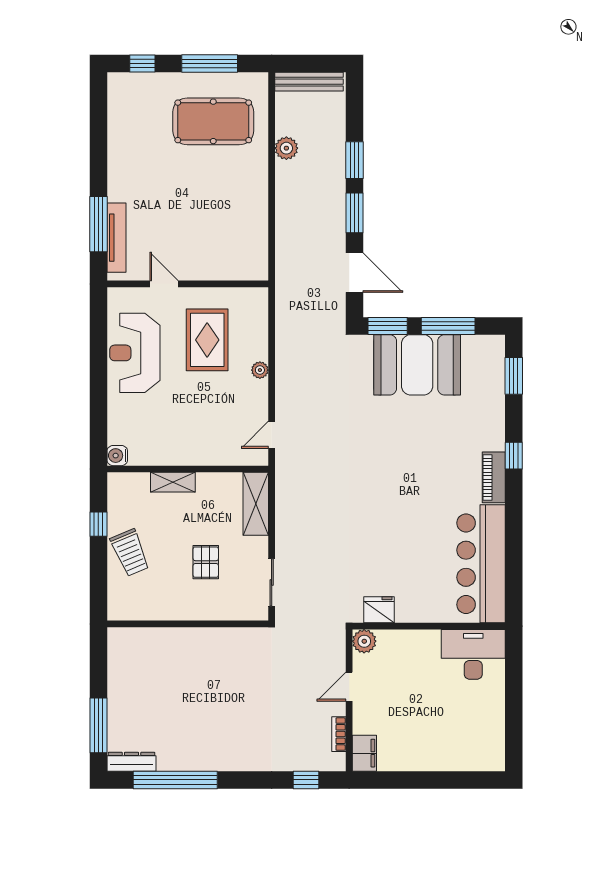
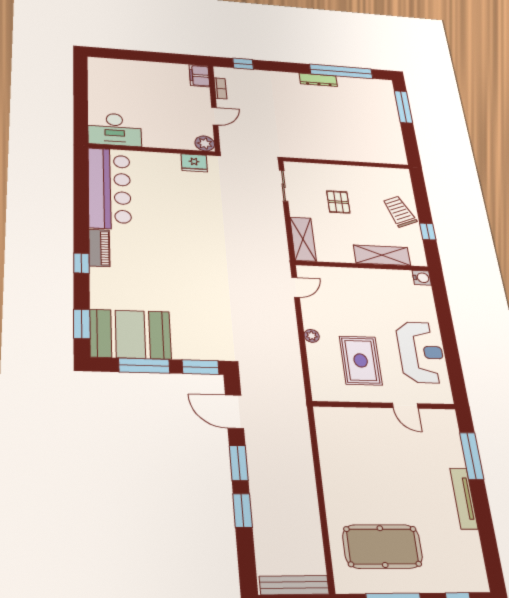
plant: (286, 148) -> (310, 522), removed
tv unit: (116, 238) -> (464, 498), moved
booth: (417, 365) -> (130, 334), moved
shelving: (173, 482) -> (382, 255), width x1.50, depth x1.33
dresser: (132, 762) -> (318, 80), moved

